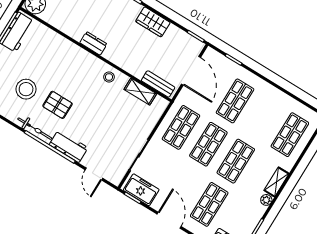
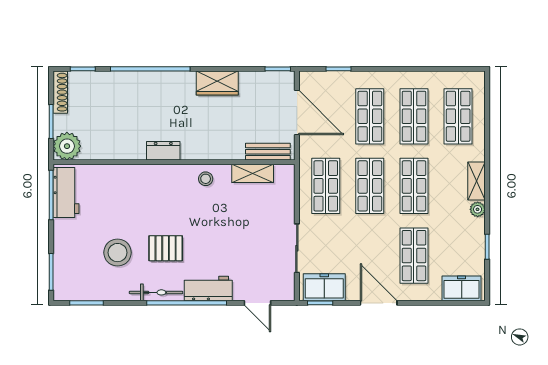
shop shelf: (262, 118) -> (414, 116), added

